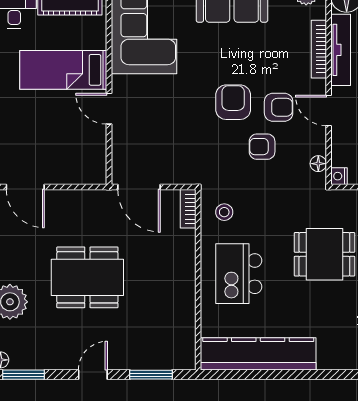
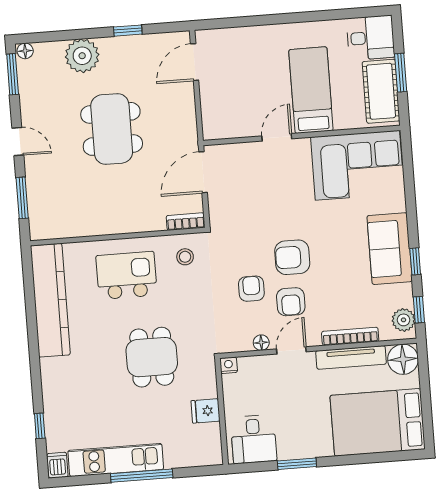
armchair: (233, 102) -> (292, 257), turned 180
floor lamp: (318, 164) -> (261, 343), moved

